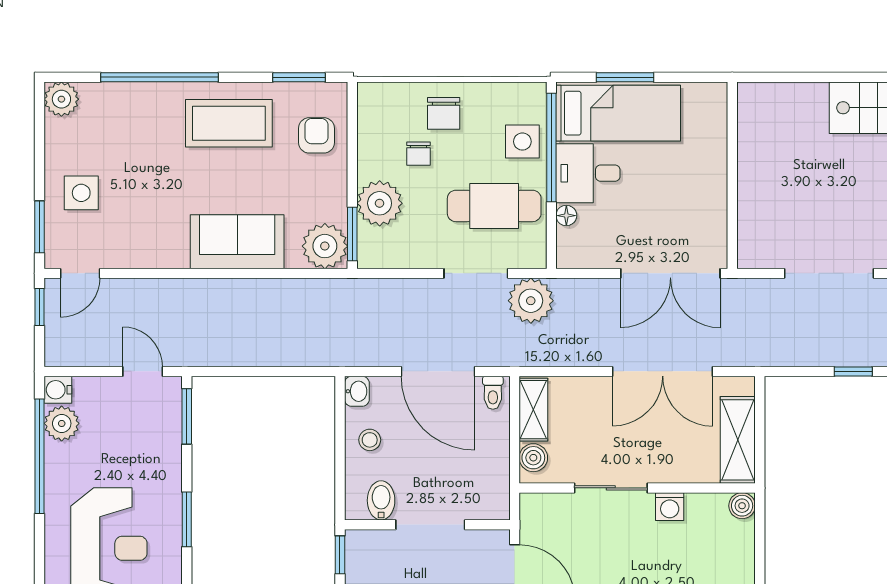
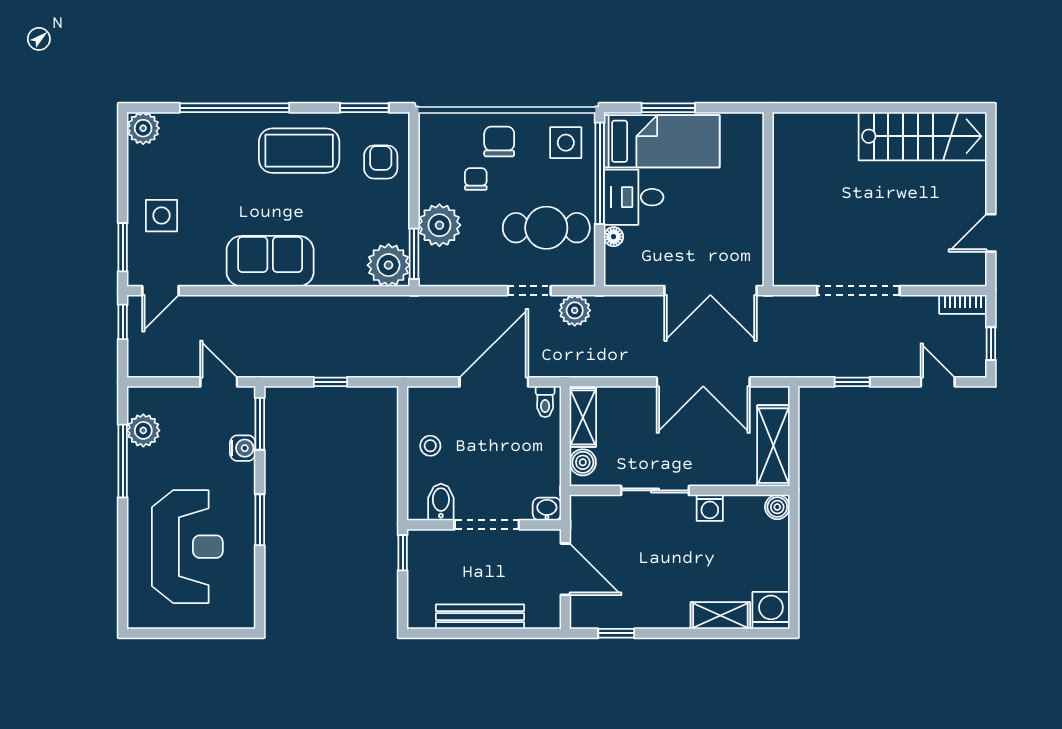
chair: (444, 113) -> (499, 141), turned 180
side table: (522, 142) -> (566, 143), moved
chair: (419, 154) -> (476, 179), turned 180
sofa: (237, 242) -> (270, 261), moved
doorway: (476, 273) -> (529, 291), width x0.73
plant: (531, 301) -> (575, 310), width x0.73, depth x0.73
window: (263, 371) -> (330, 382), added
door: (438, 371) -> (494, 382), swing flipped
window: (853, 371) -> (852, 382), moved
water cooler: (58, 390) -> (243, 448), moved, turned 180
washbasin: (357, 391) -> (547, 509), moved, turned -90
window: (40, 456) -> (123, 461), width x0.68

